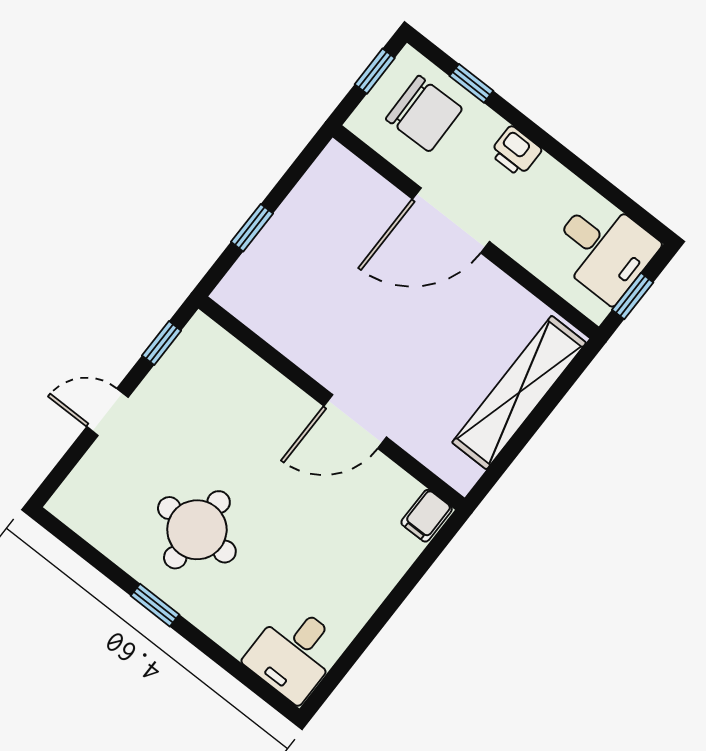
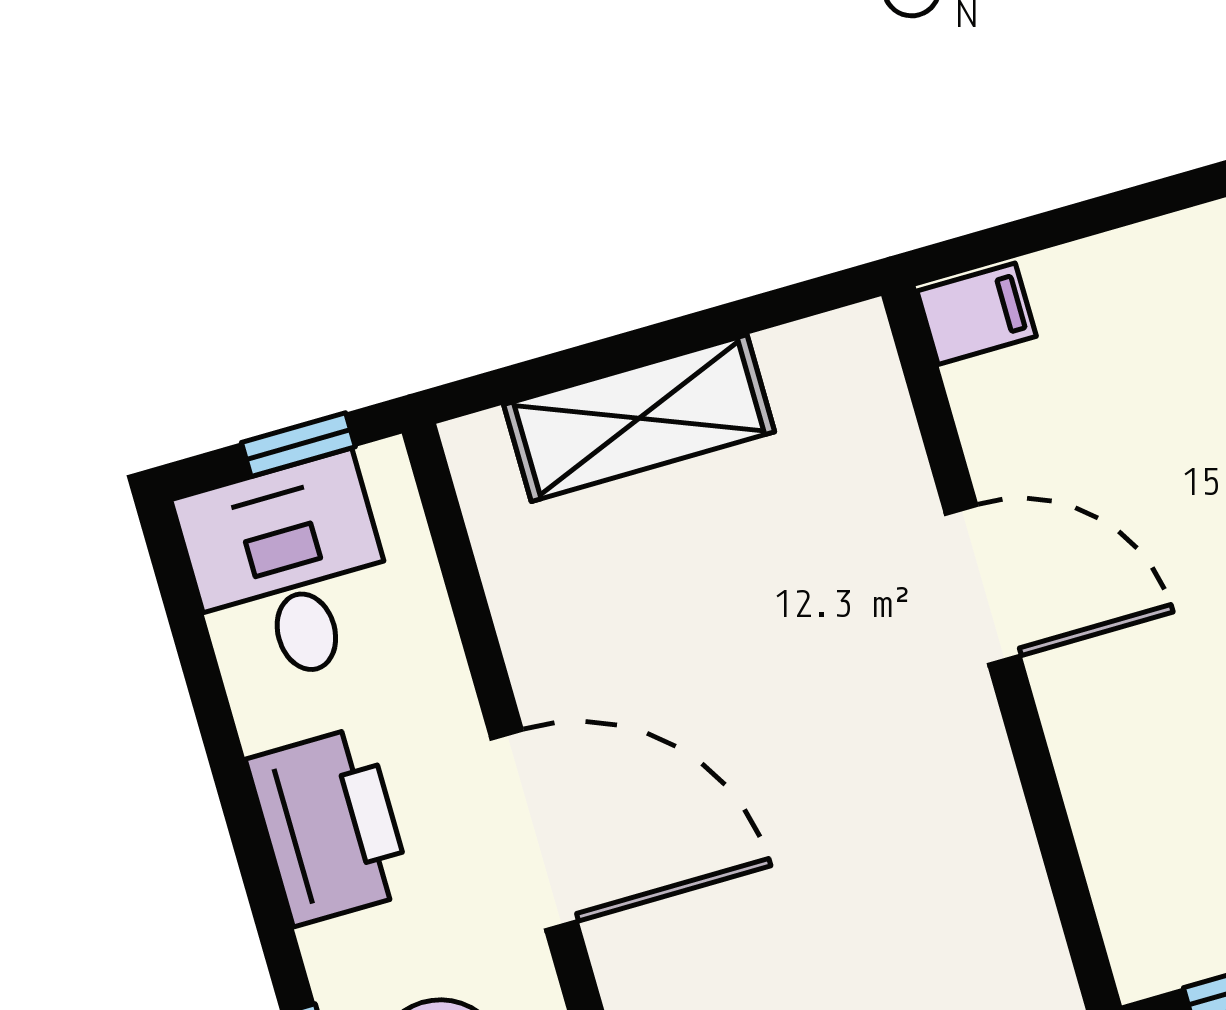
printer: (516, 151) -> (330, 826), width x1.87, depth x1.48
shelving: (519, 393) -> (639, 418), width x0.68

